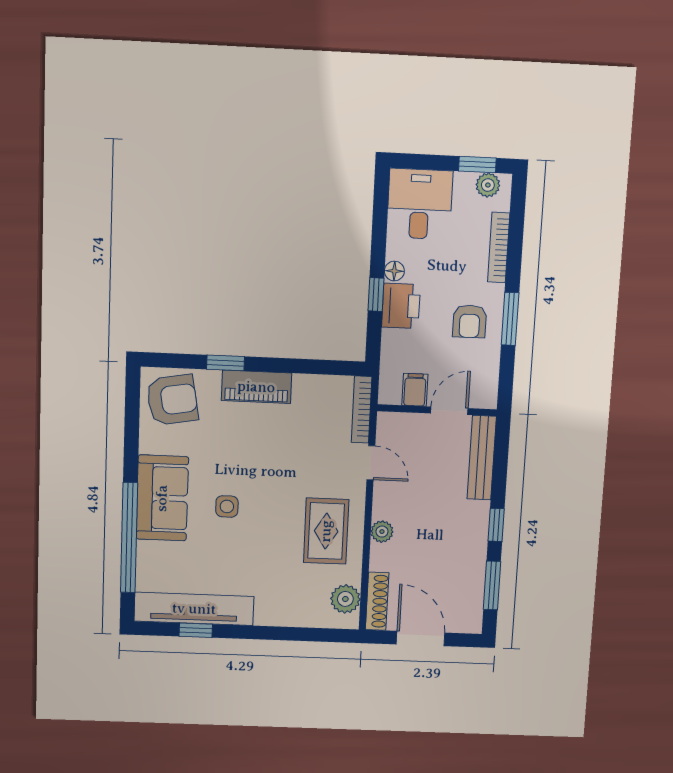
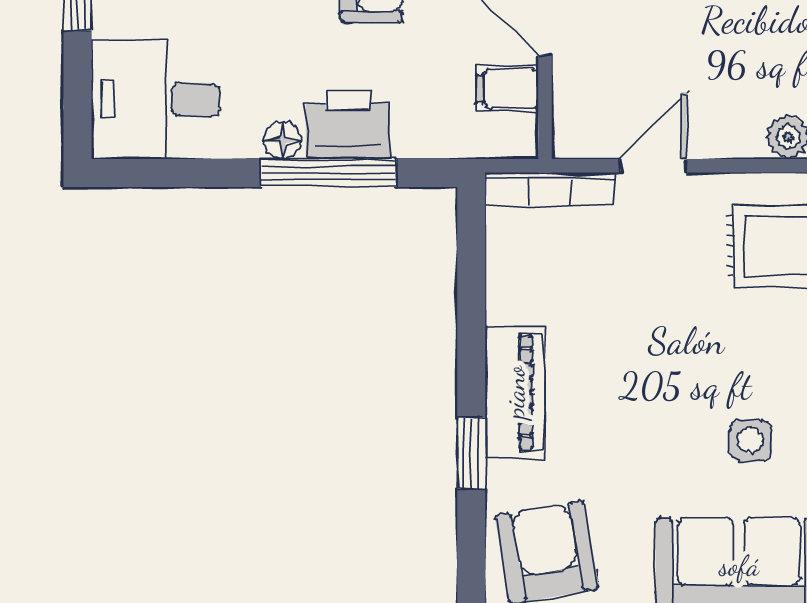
window: (376, 295) -> (329, 173), width x2.17

